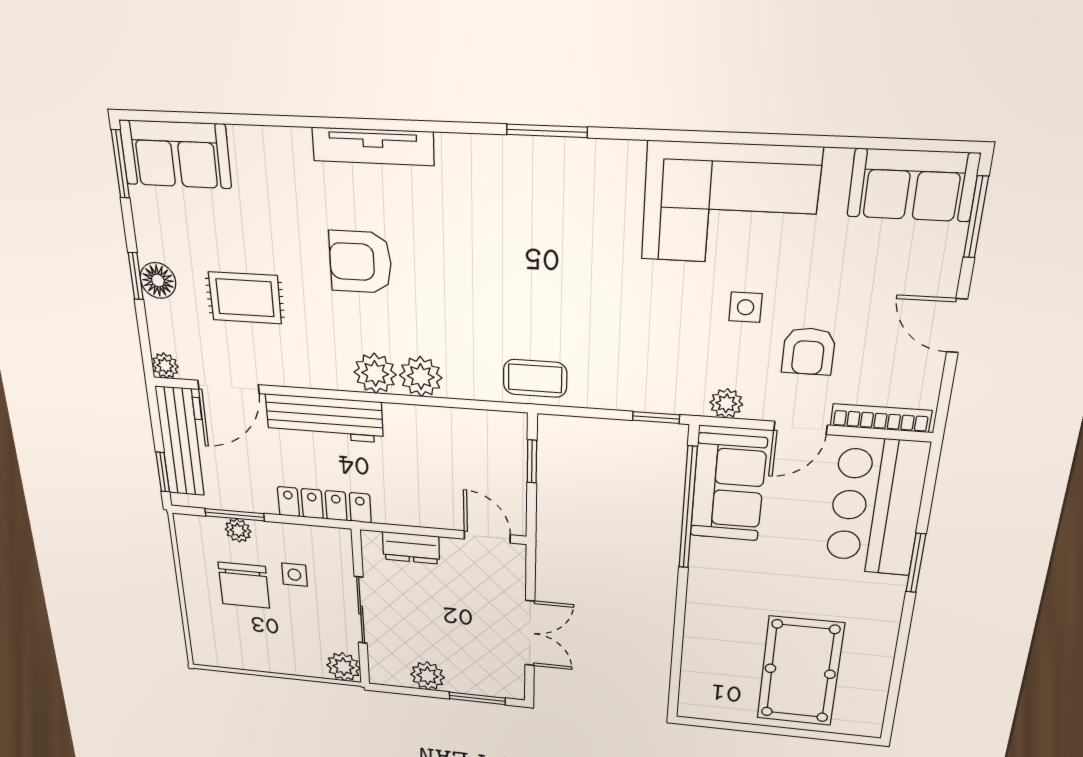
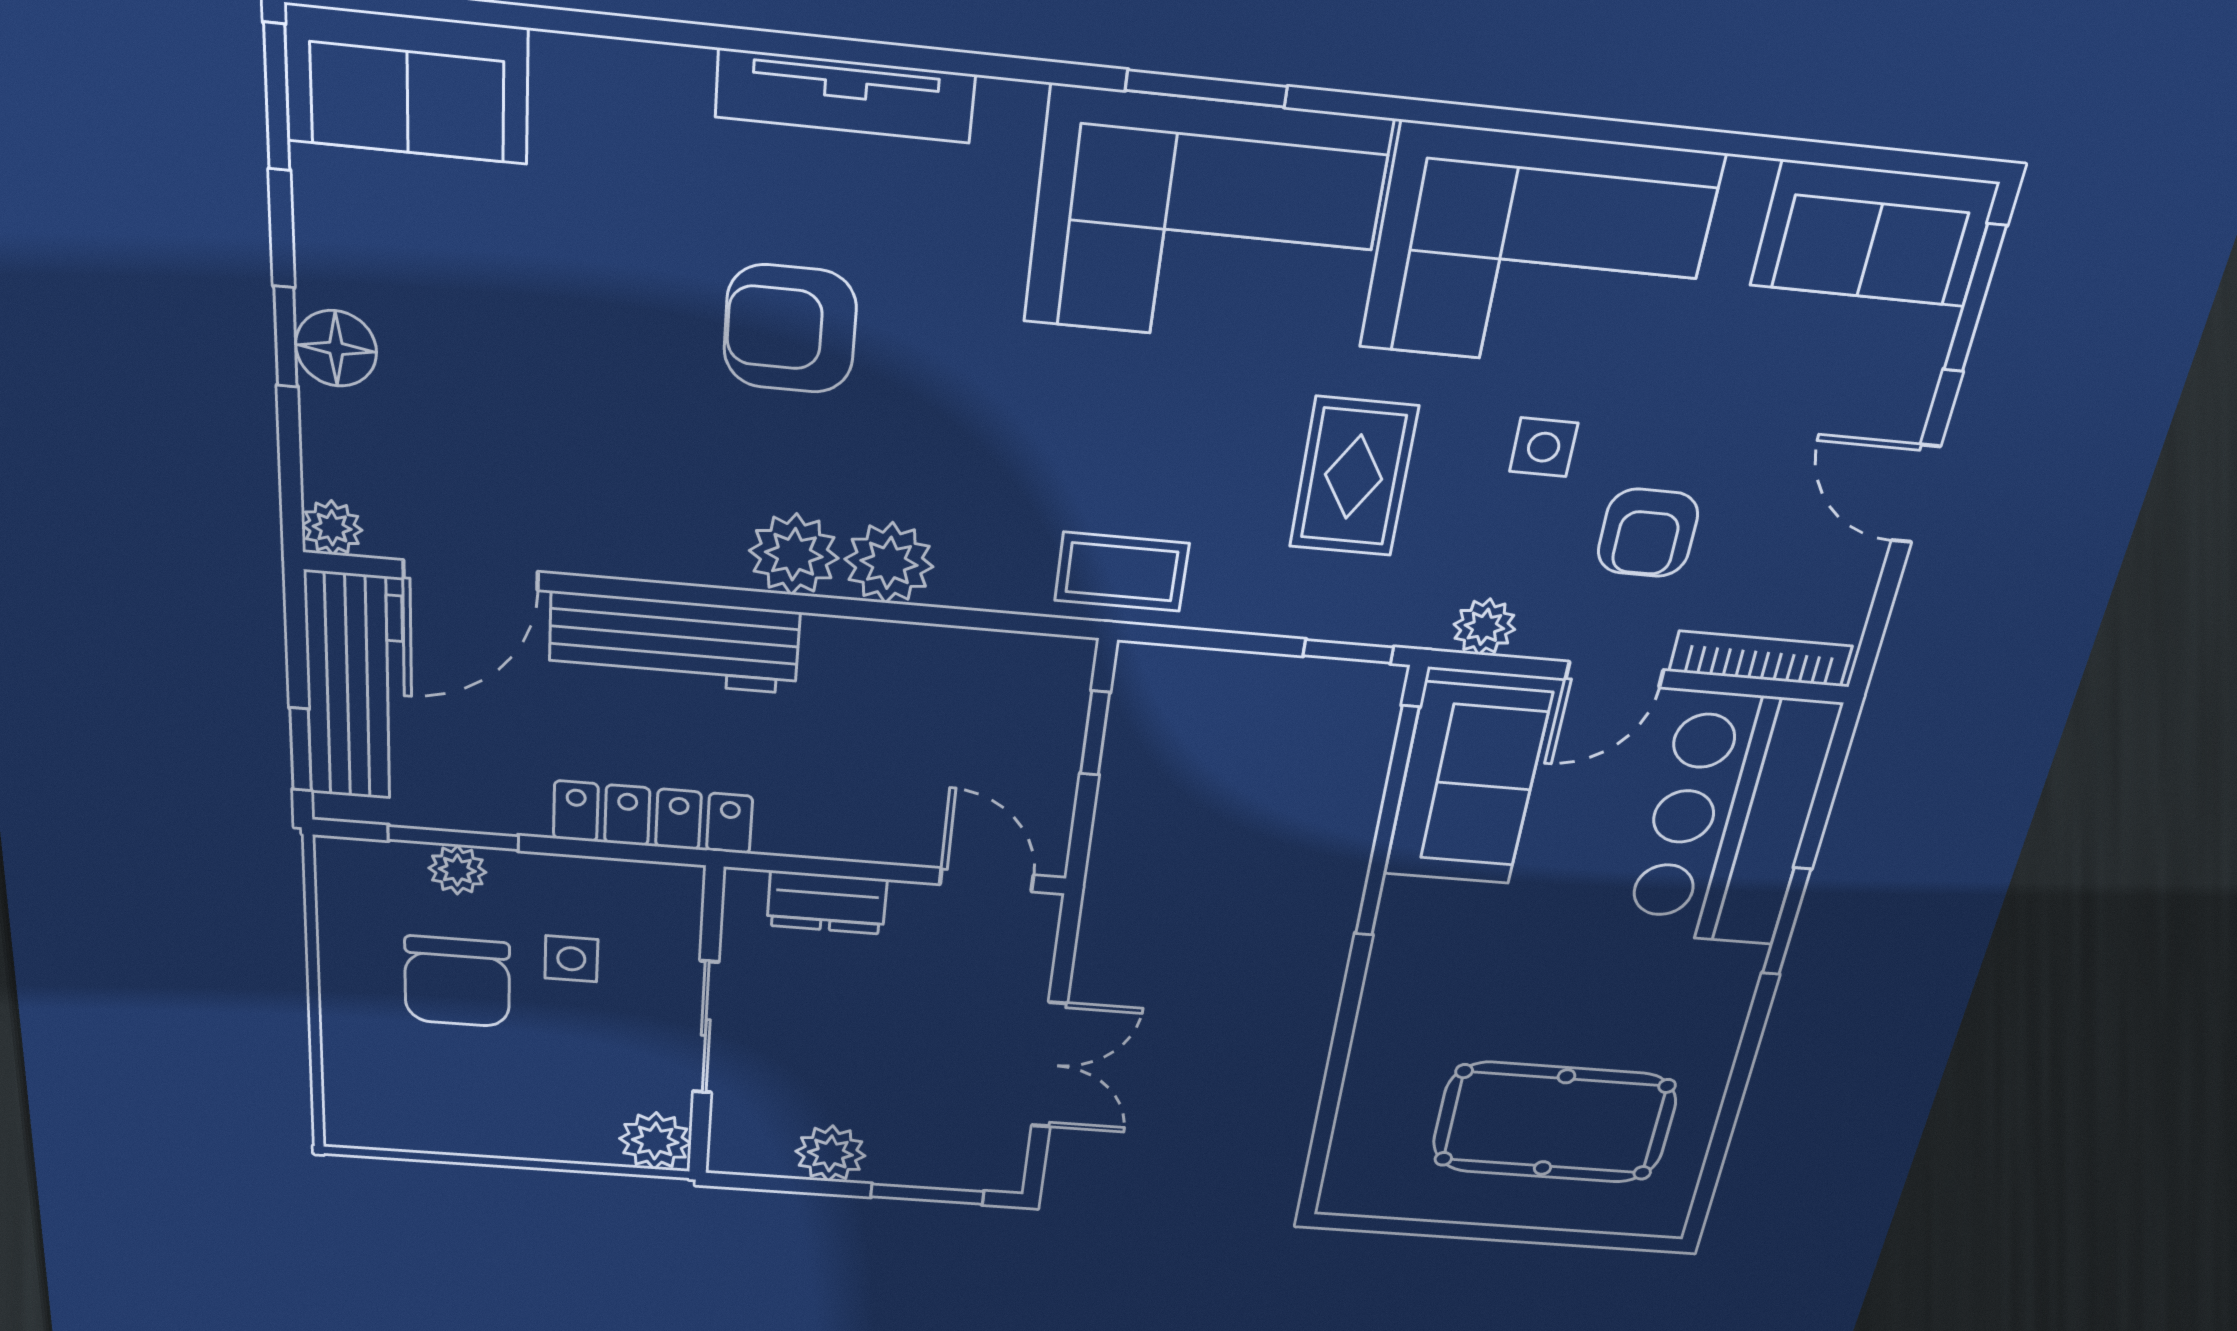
corner sofa: (555, 198) -> (1206, 221), added
rug: (245, 298) -> (1354, 477), moved, turned 90
pool table: (800, 671) -> (1554, 1123), turned 90

